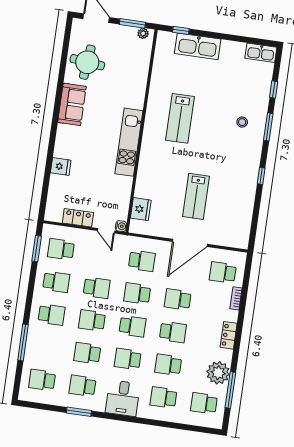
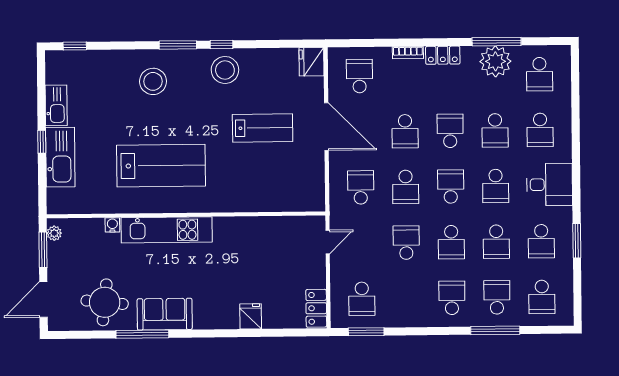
window: (181, 30) -> (42, 142), moved
kitchen sink: (261, 53) -> (56, 105), moved
window: (60, 86) -> (142, 334), added
window: (274, 90) -> (75, 46), moved
lab bench: (180, 118) -> (161, 166), width x1.36, depth x1.39
stool: (242, 122) -> (153, 81), width x1.89, depth x1.89
window: (268, 127) -> (178, 45), moved
kitchen unit: (129, 142) -> (167, 230), moved
stool: (242, 176) -> (225, 70), added
fridge: (141, 209) -> (312, 62), moved, turned -90
locker: (78, 218) -> (316, 308), moved
water cooler: (121, 226) -> (112, 225), moved
school desk: (223, 273) -> (359, 76), turned 180
school desk: (56, 282) -> (497, 297), moved
bookcase: (236, 298) -> (408, 53), moved
window: (230, 390) -> (497, 42), moved

